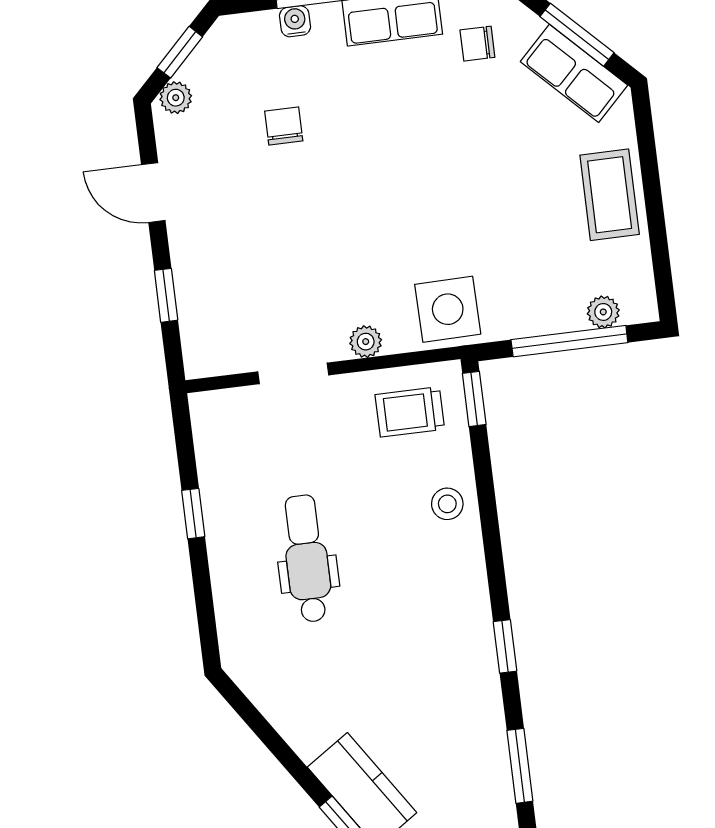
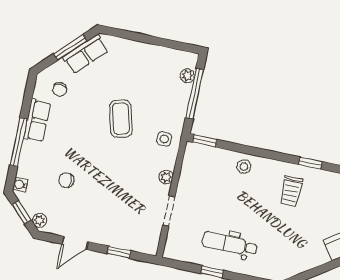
water cooler: (295, 21) -> (20, 185), moved
coffee table: (610, 195) -> (121, 119), moved, turned 75
side table: (448, 309) -> (164, 139), width x0.54, depth x0.54
trolley: (410, 412) -> (291, 191), moved
dental chair: (307, 558) -> (230, 244), moved

